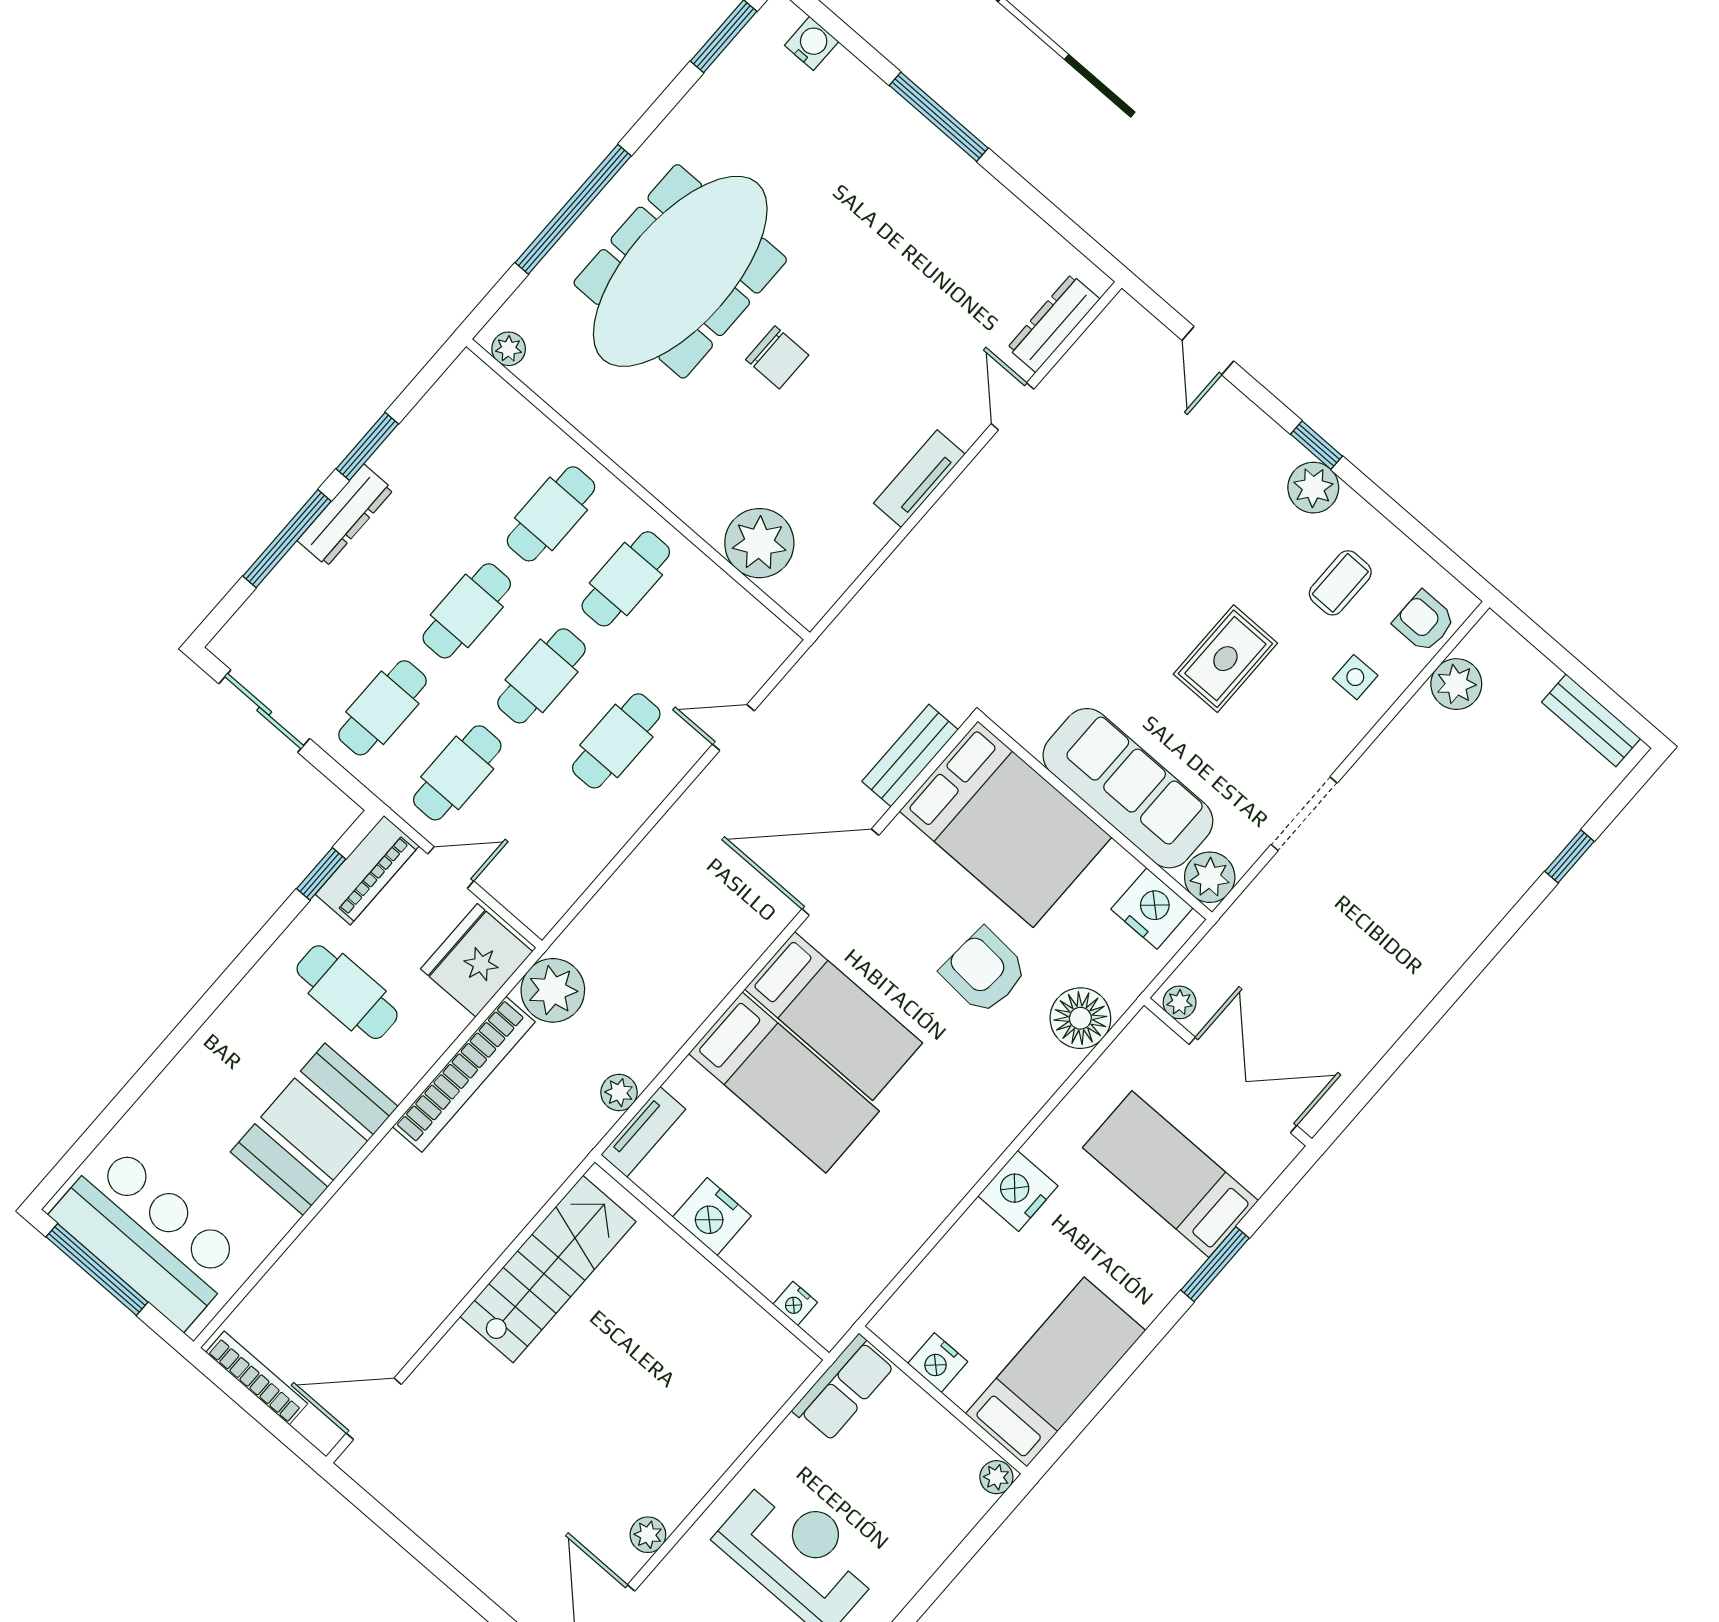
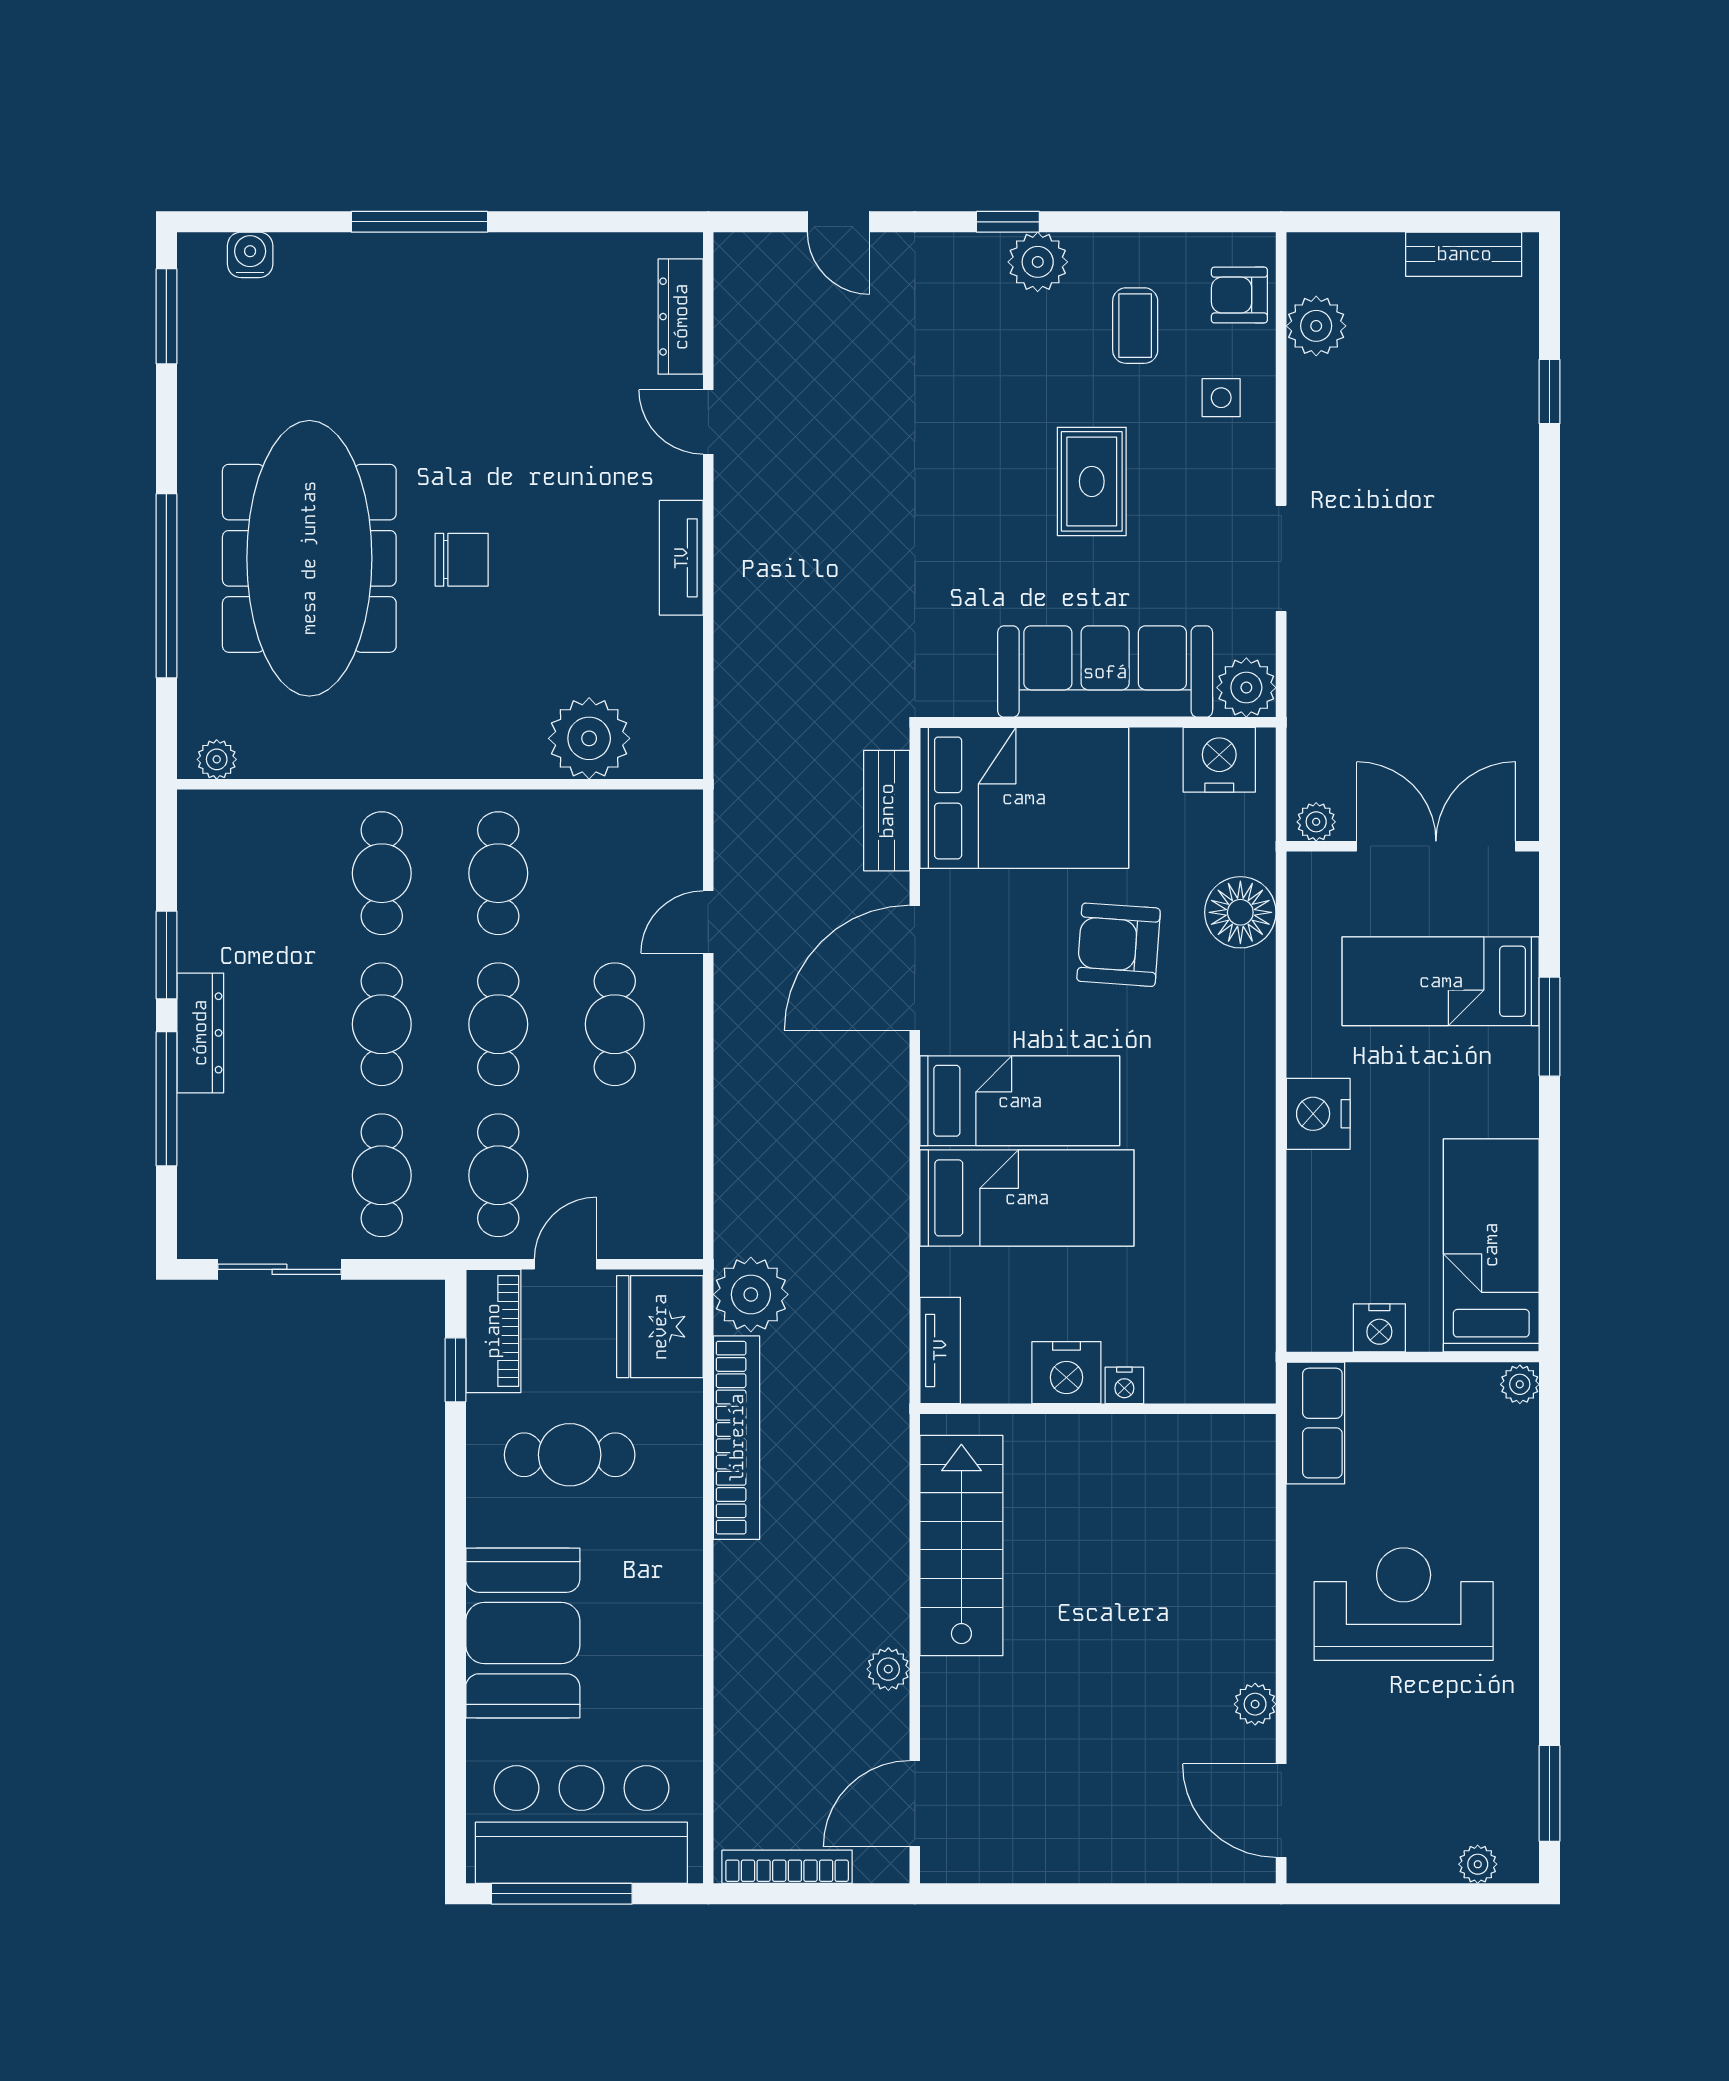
plant: (619, 1092) -> (888, 1669), moved
booth: (314, 1129) -> (523, 1633), moved
nightstand: (795, 1303) -> (1124, 1385), moved

